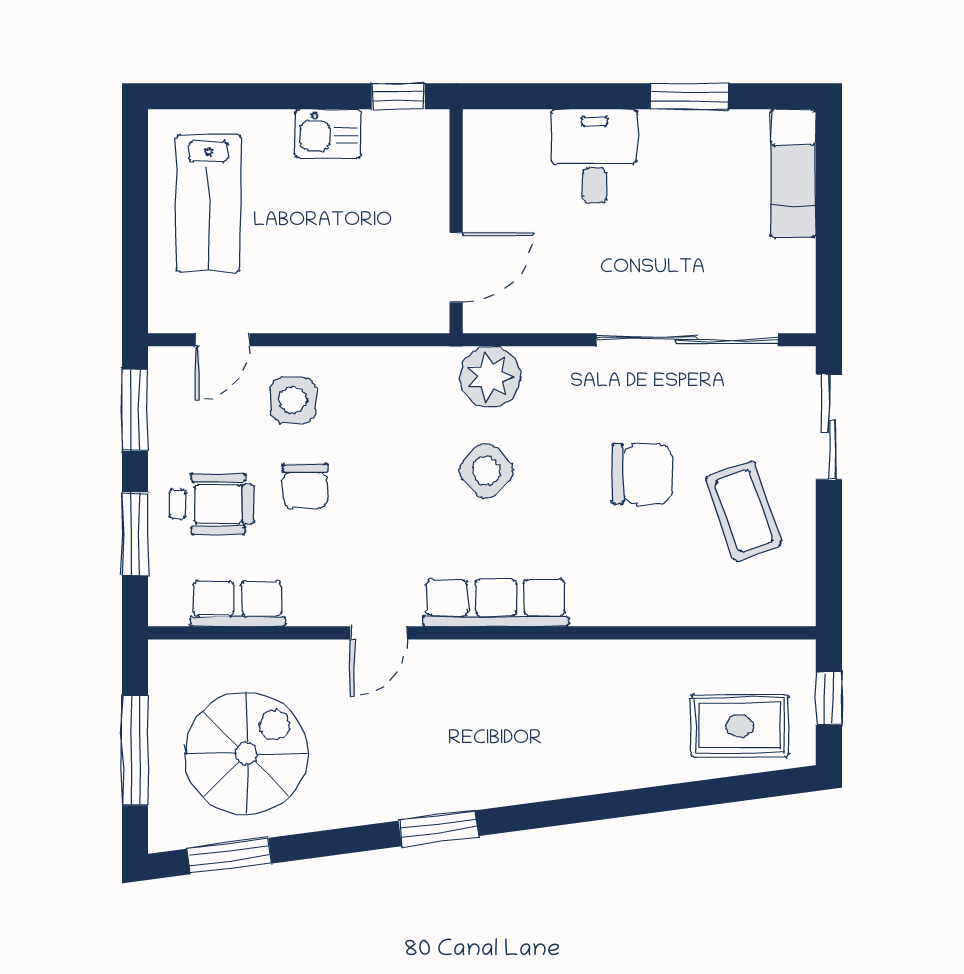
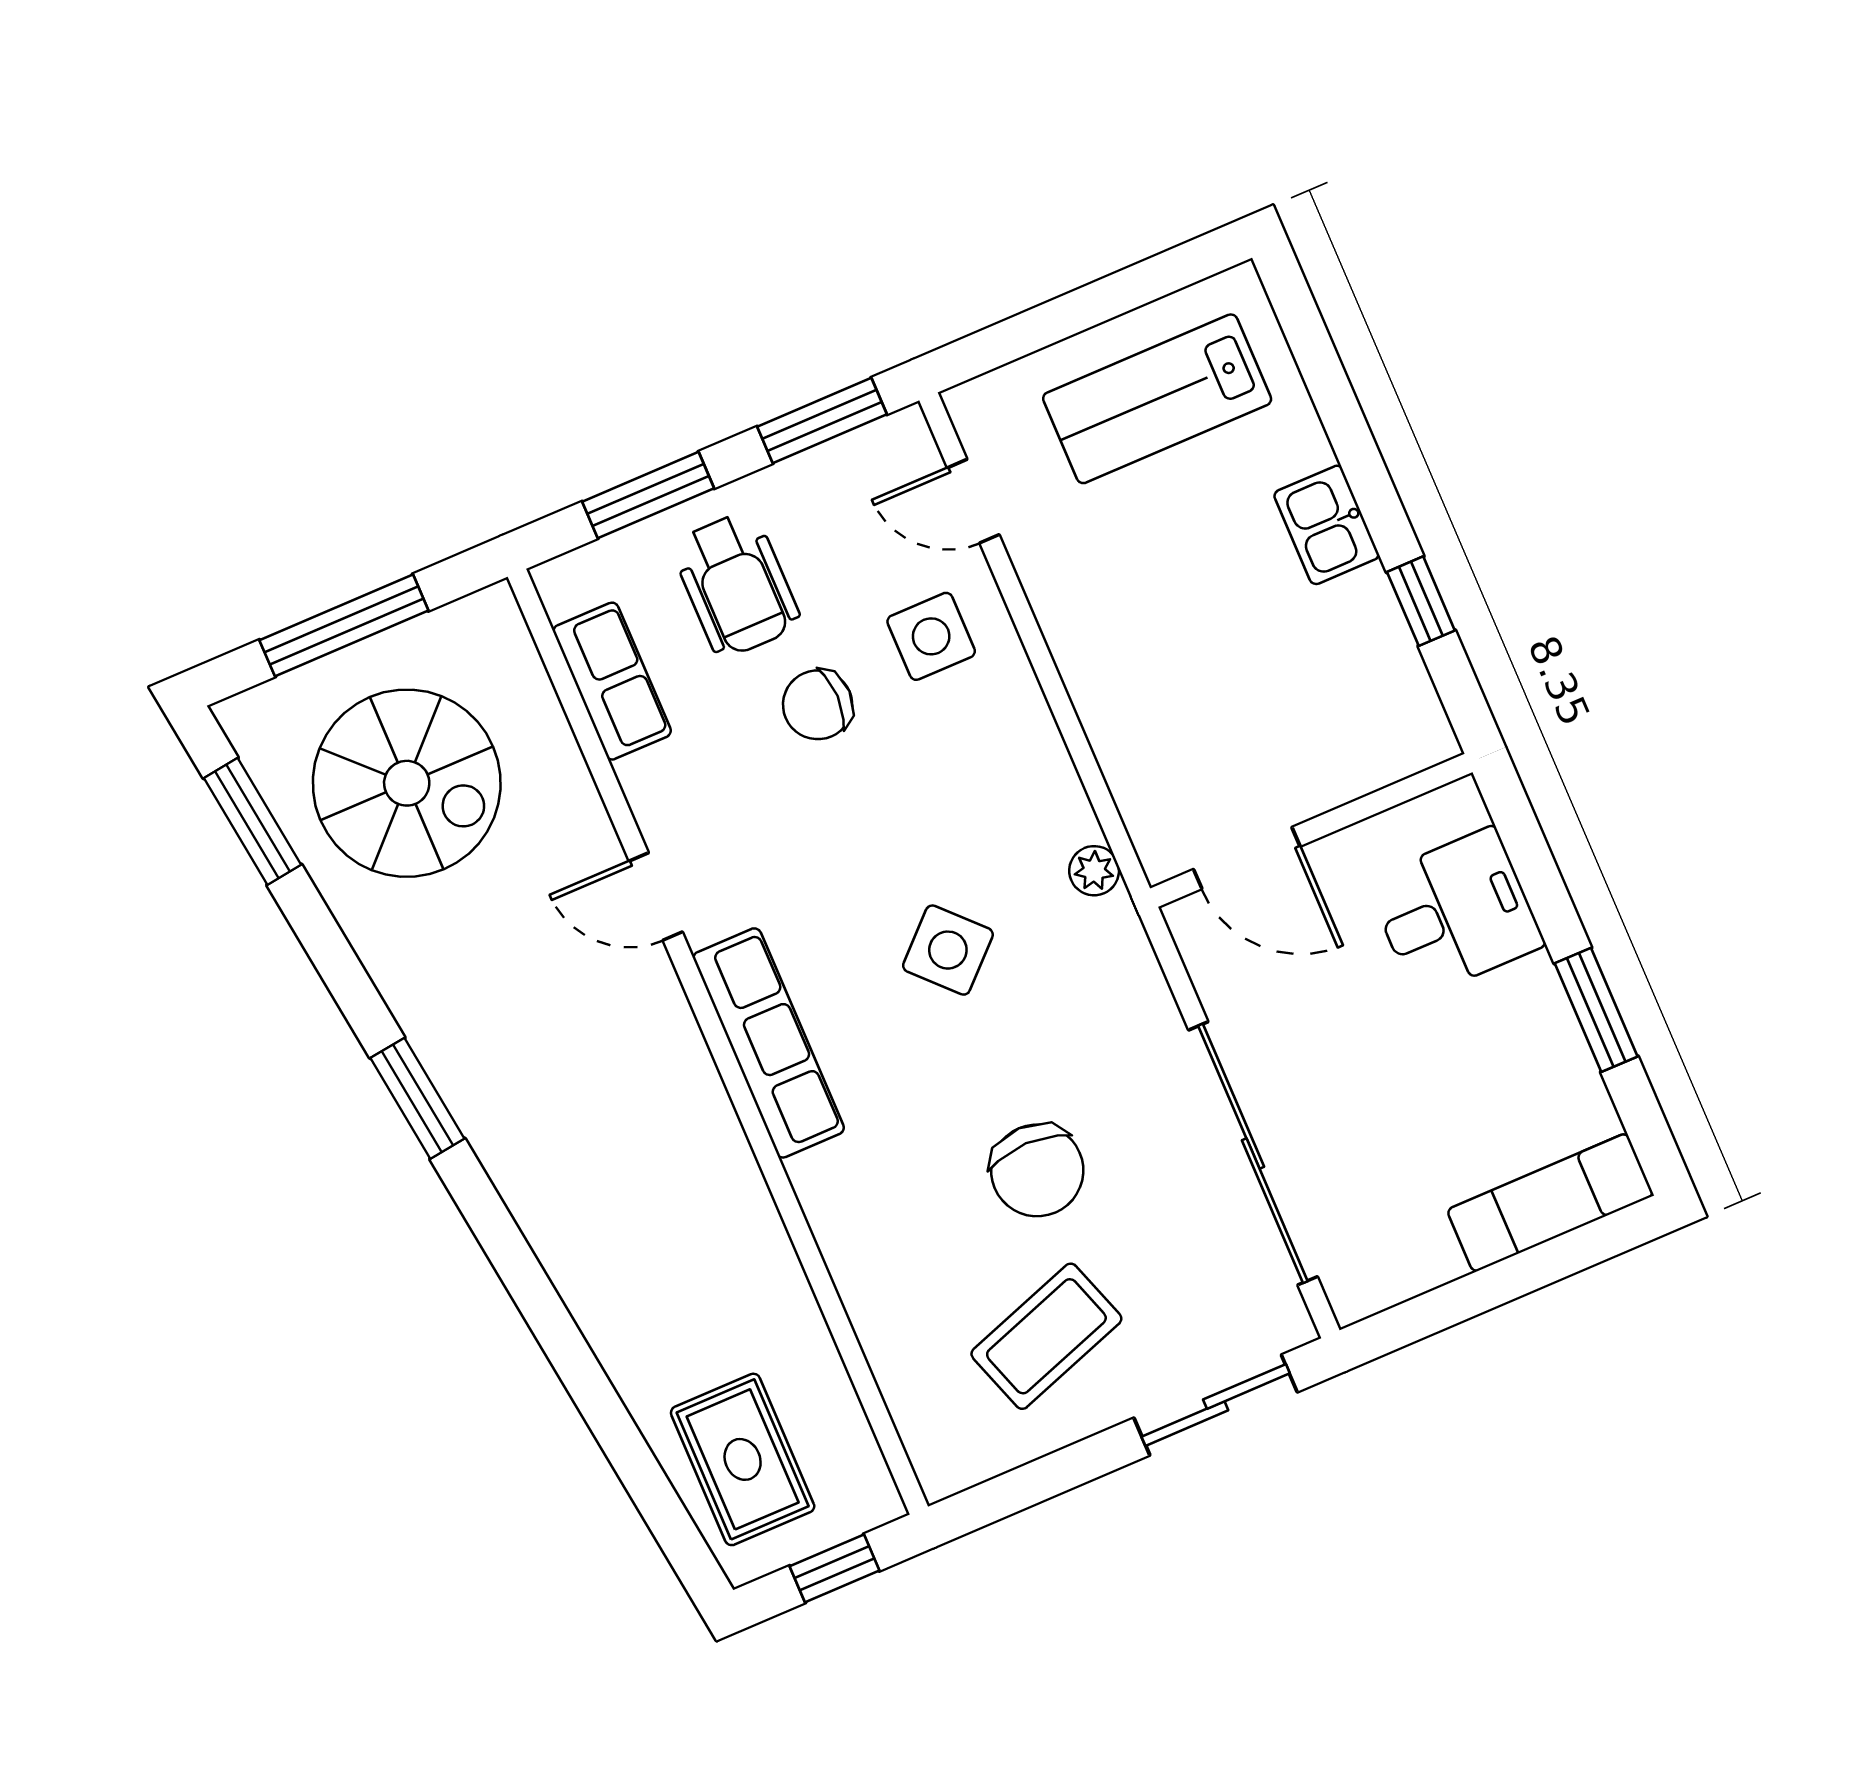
wall: (456, 221) -> (1311, 830), moved
door: (456, 267) -> (1247, 858), moved
plant: (490, 377) -> (1094, 871), width x0.53, depth x0.53

